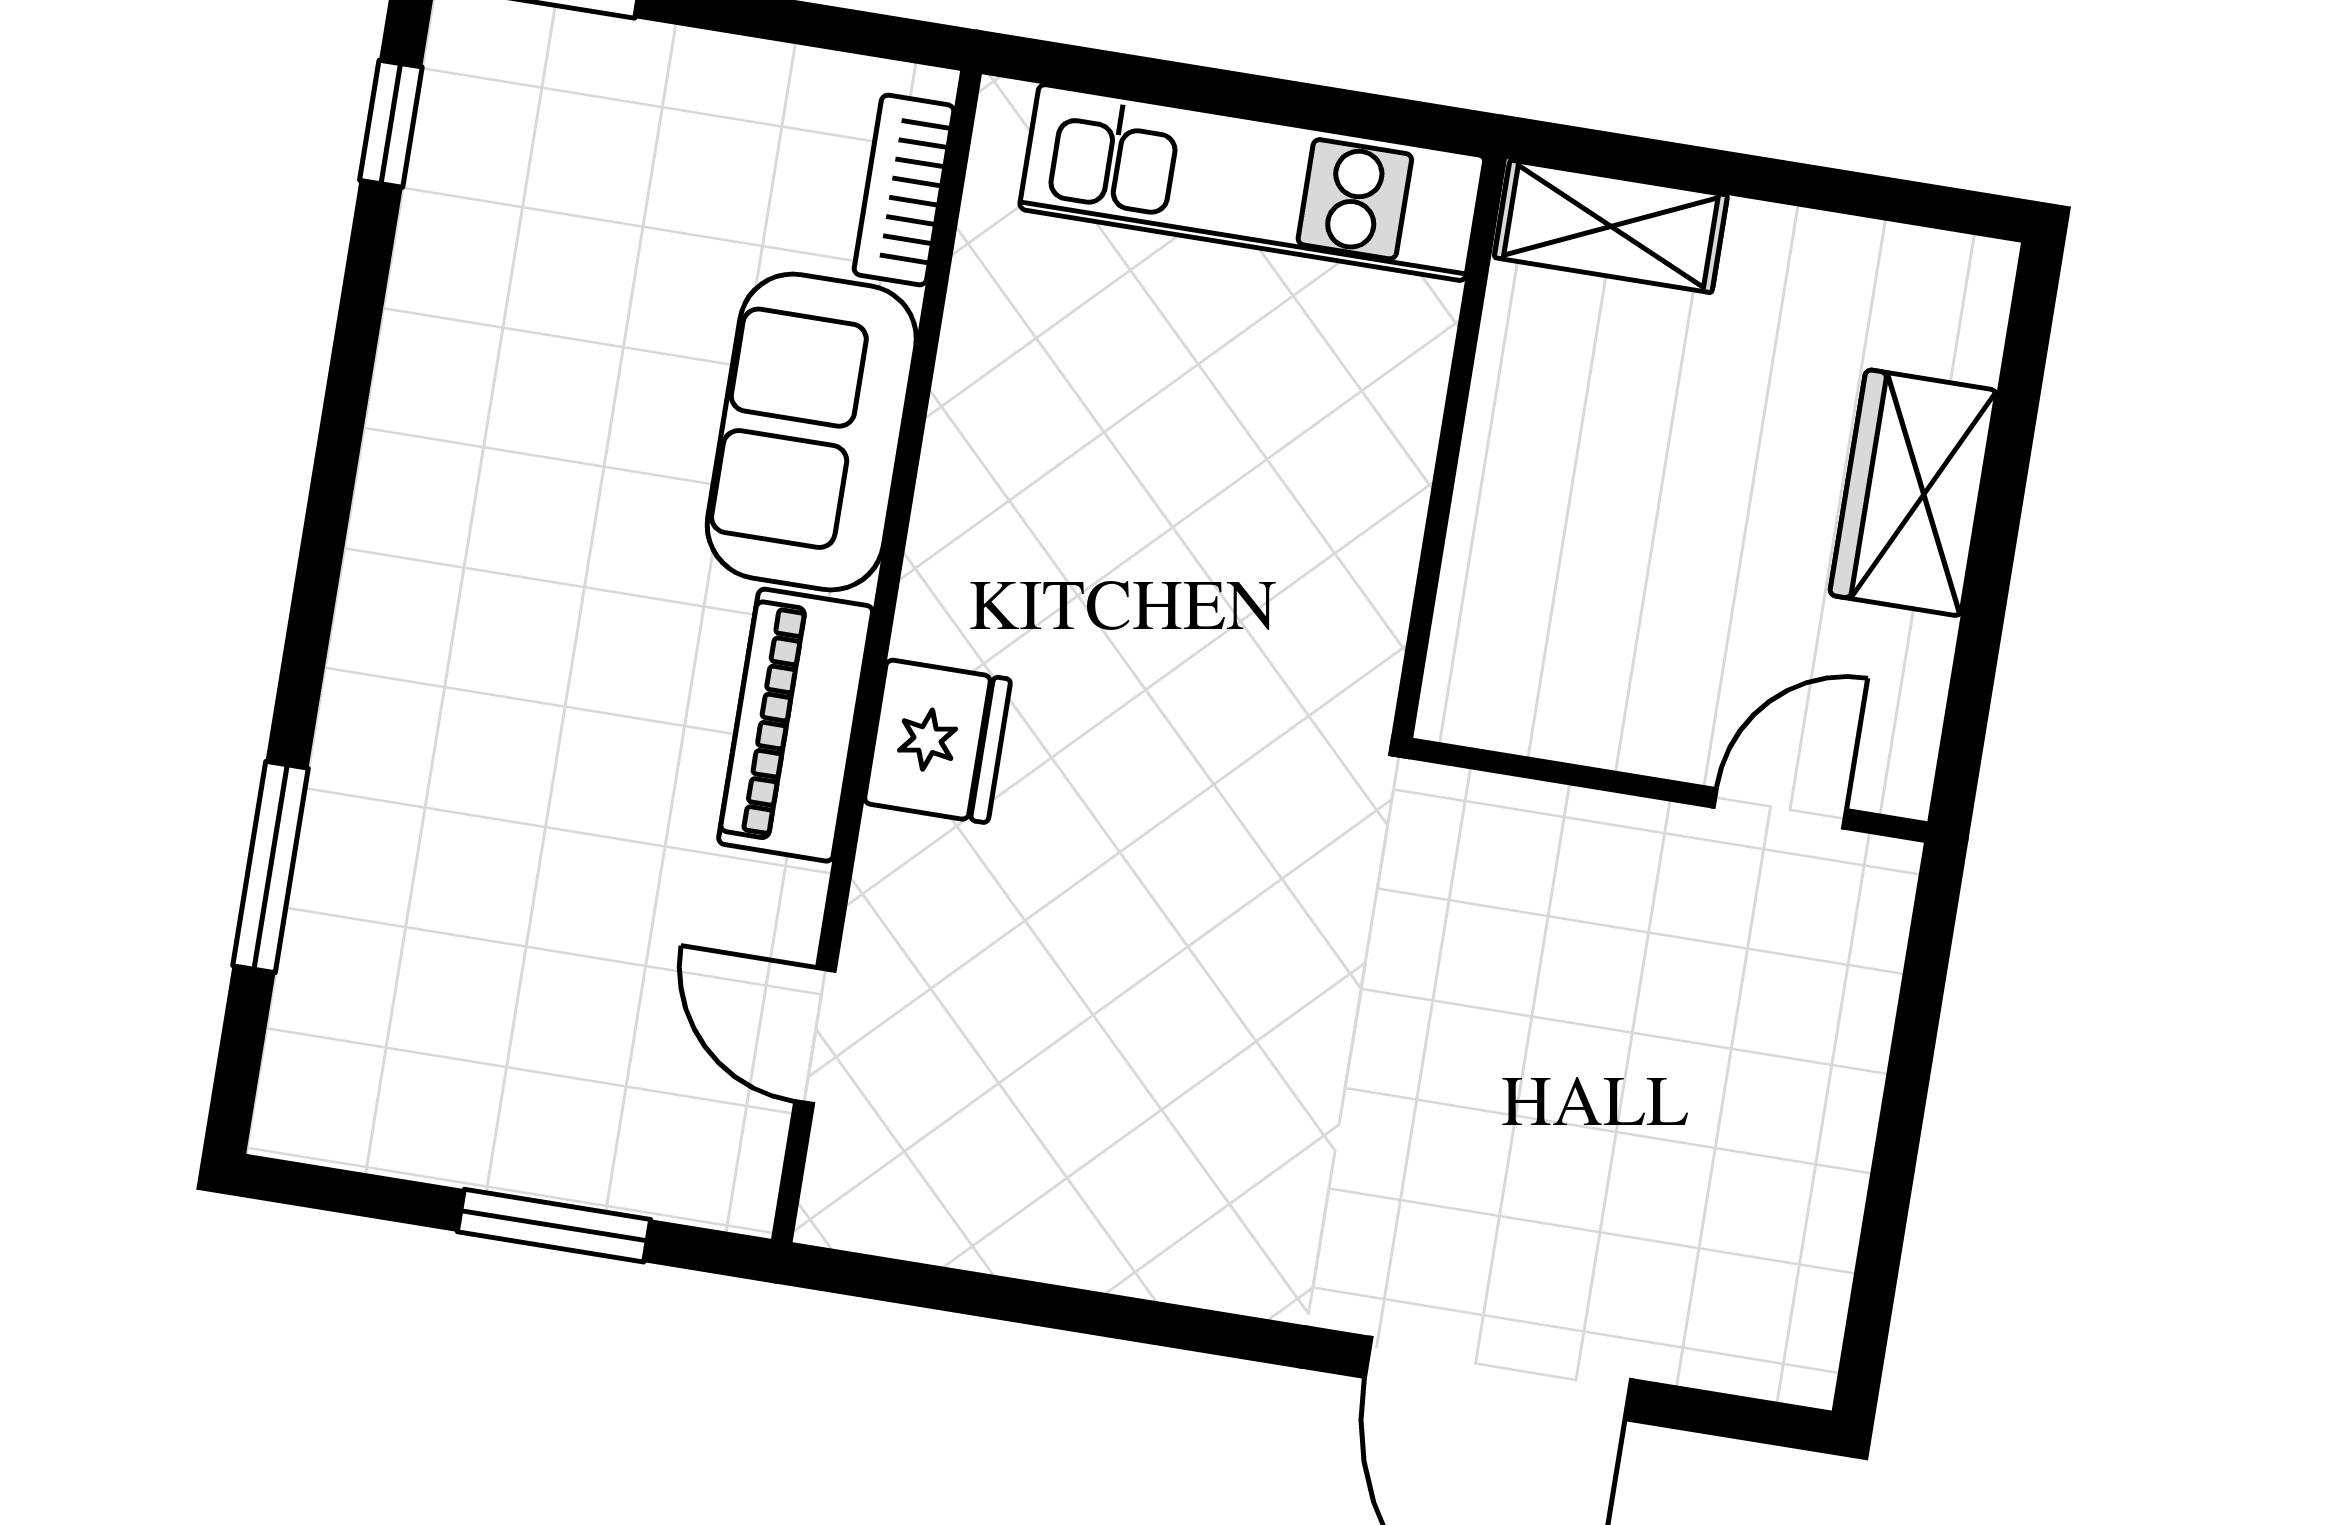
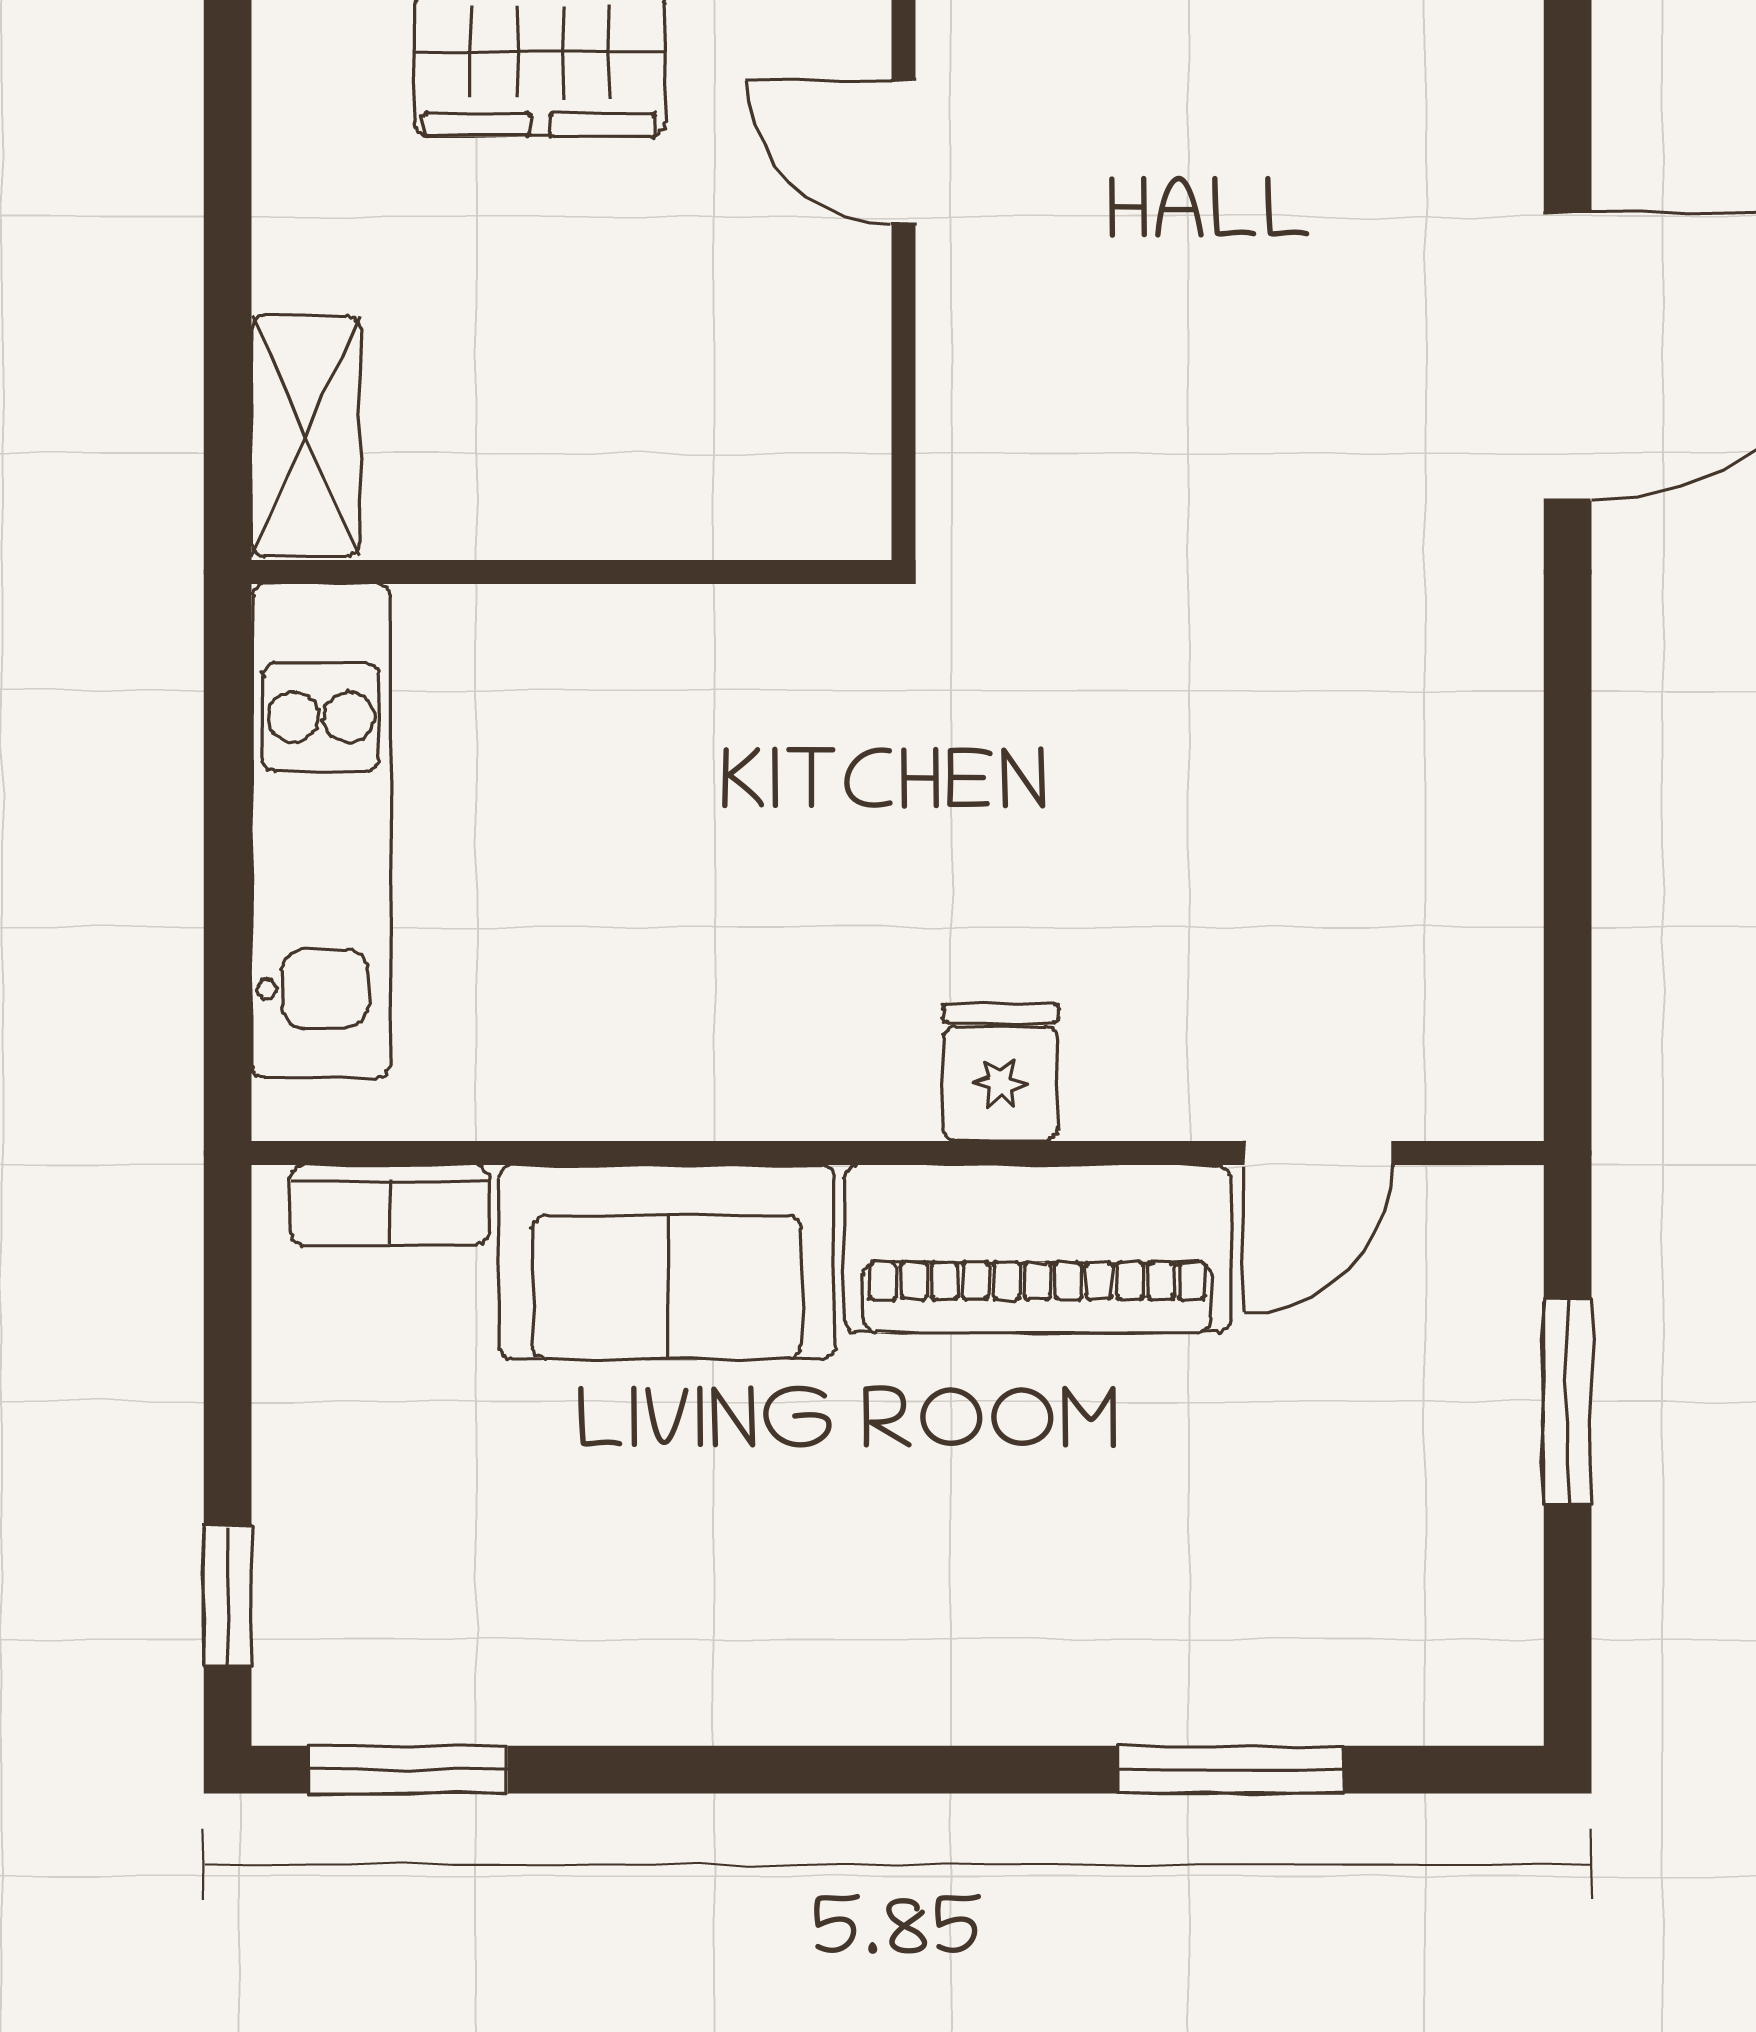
window: (391, 124) -> (408, 1770), width x1.50
piano: (796, 725) -> (1037, 1249), width x1.37, depth x1.33
fridge: (937, 741) -> (1000, 1073), width x0.72

